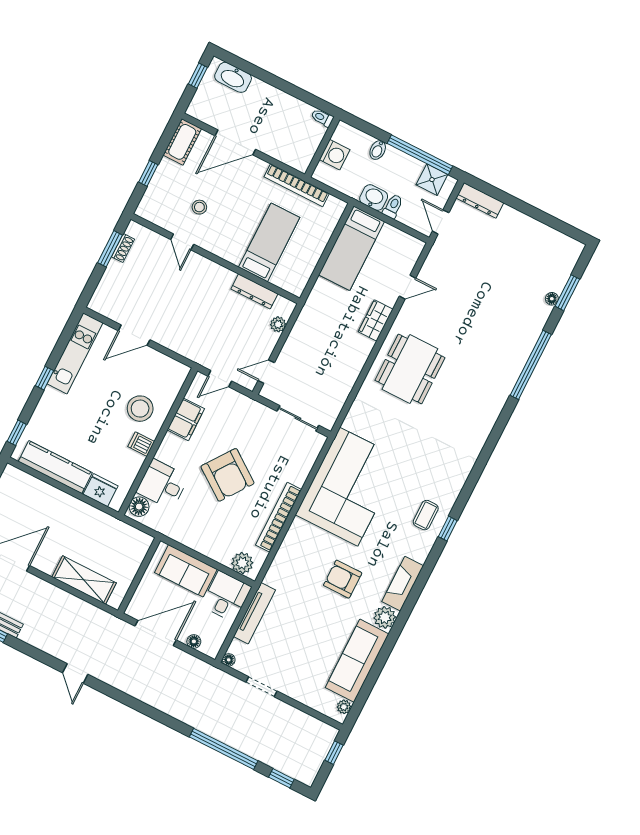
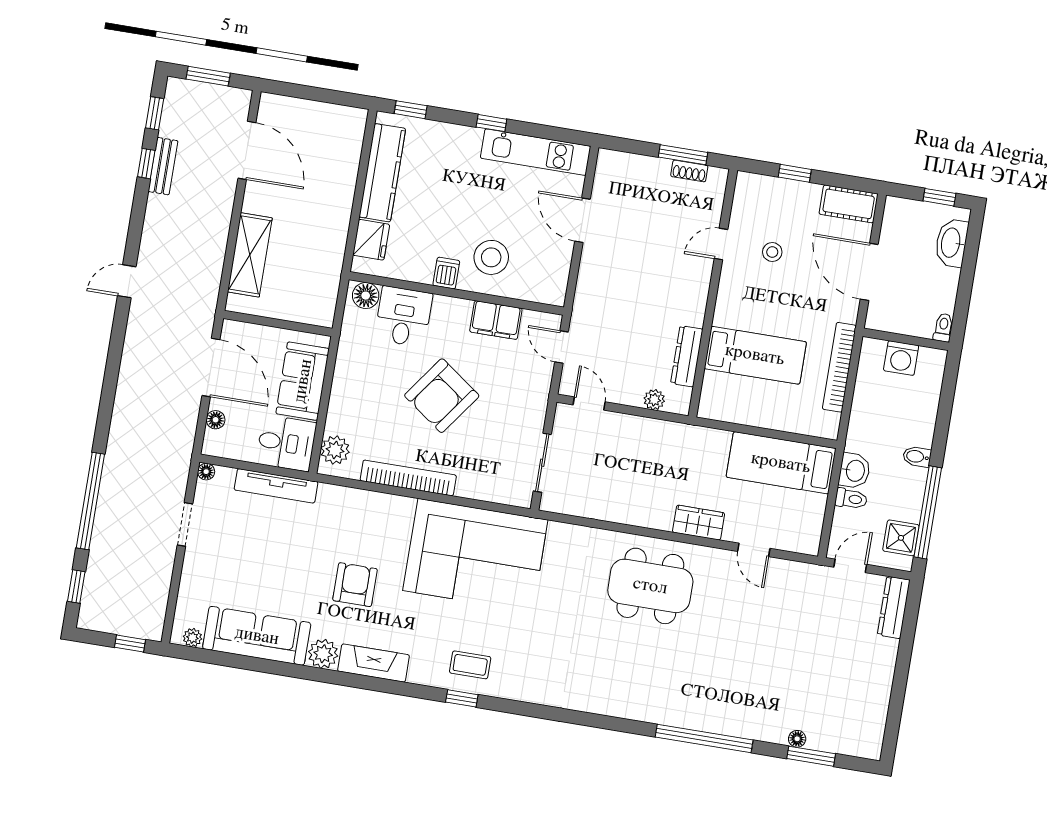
toilet: (322, 118) -> (943, 328), moved
wall: (322, 147) -> (906, 339), moved
washing machine: (335, 155) -> (901, 358), moved

